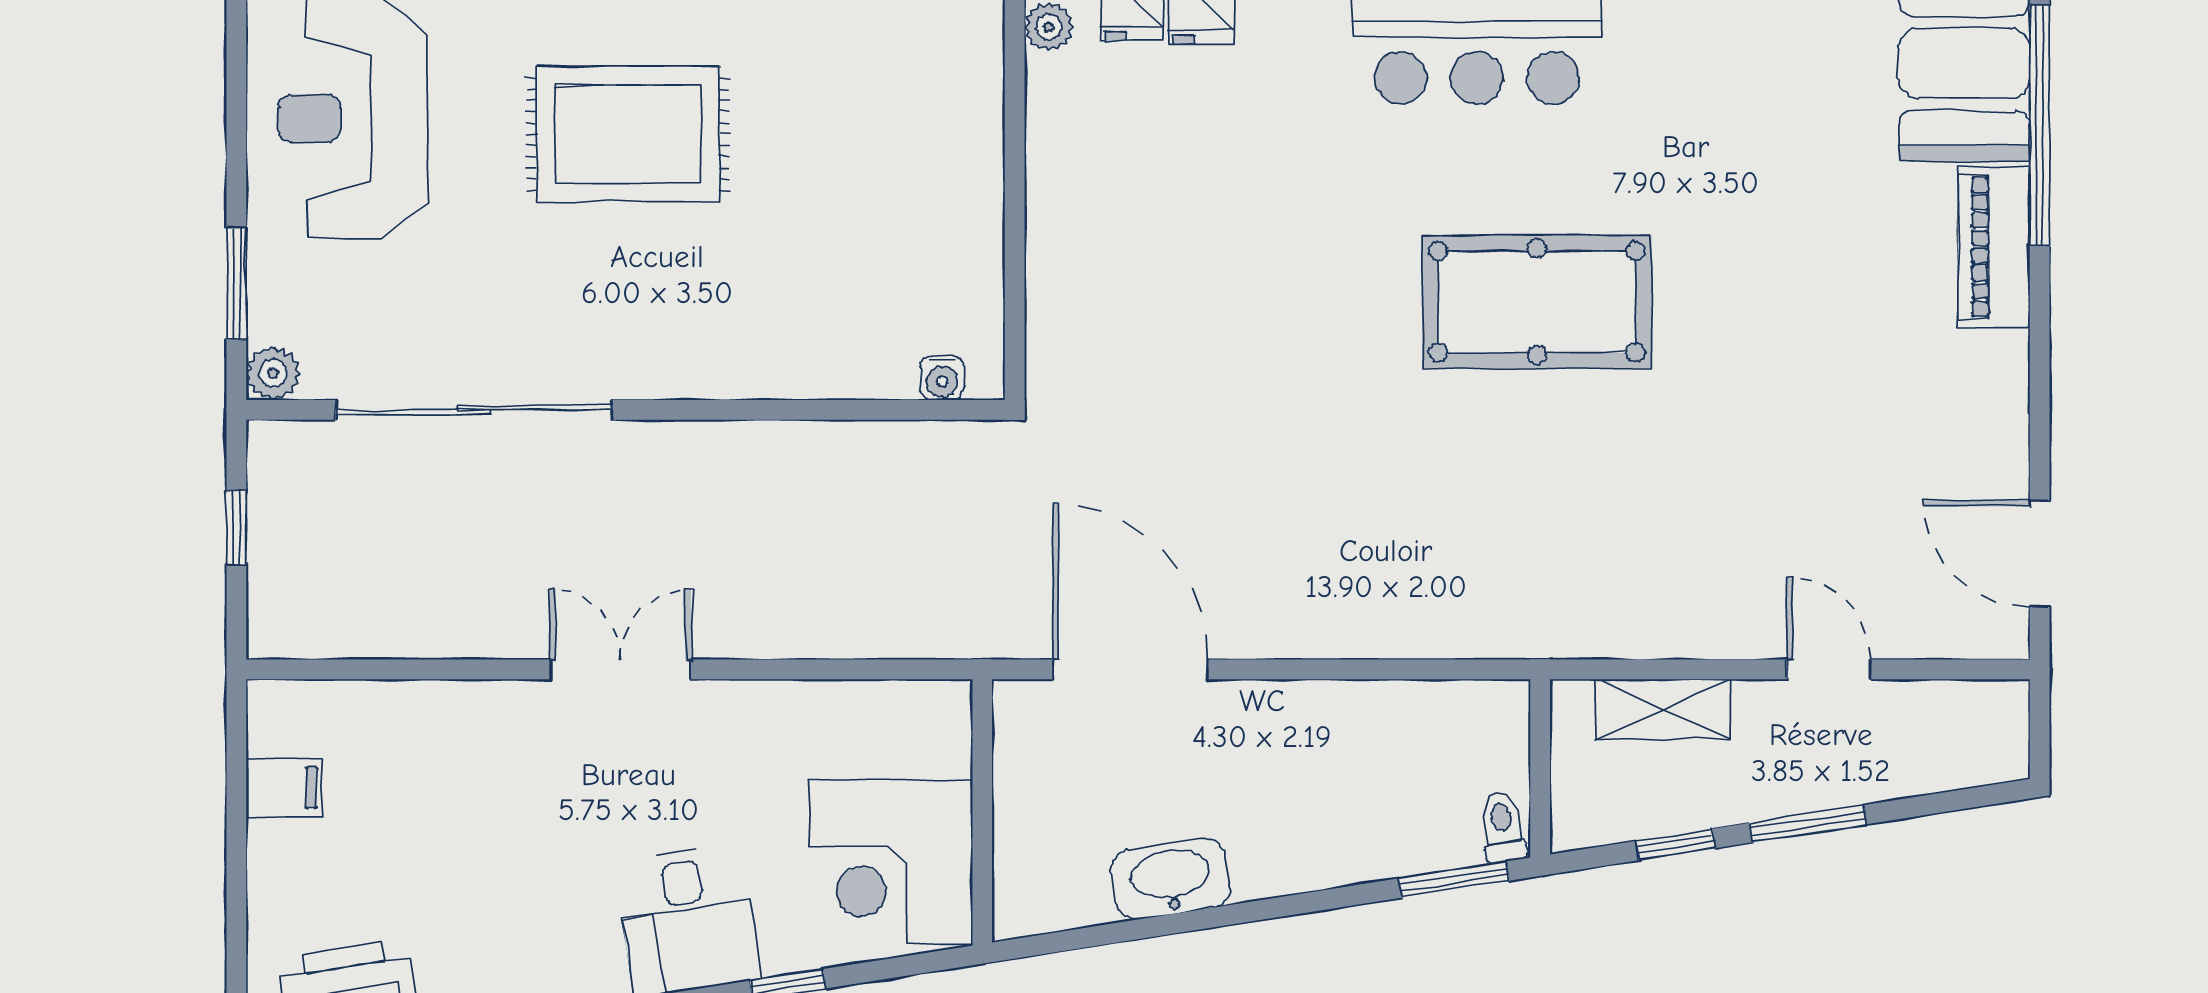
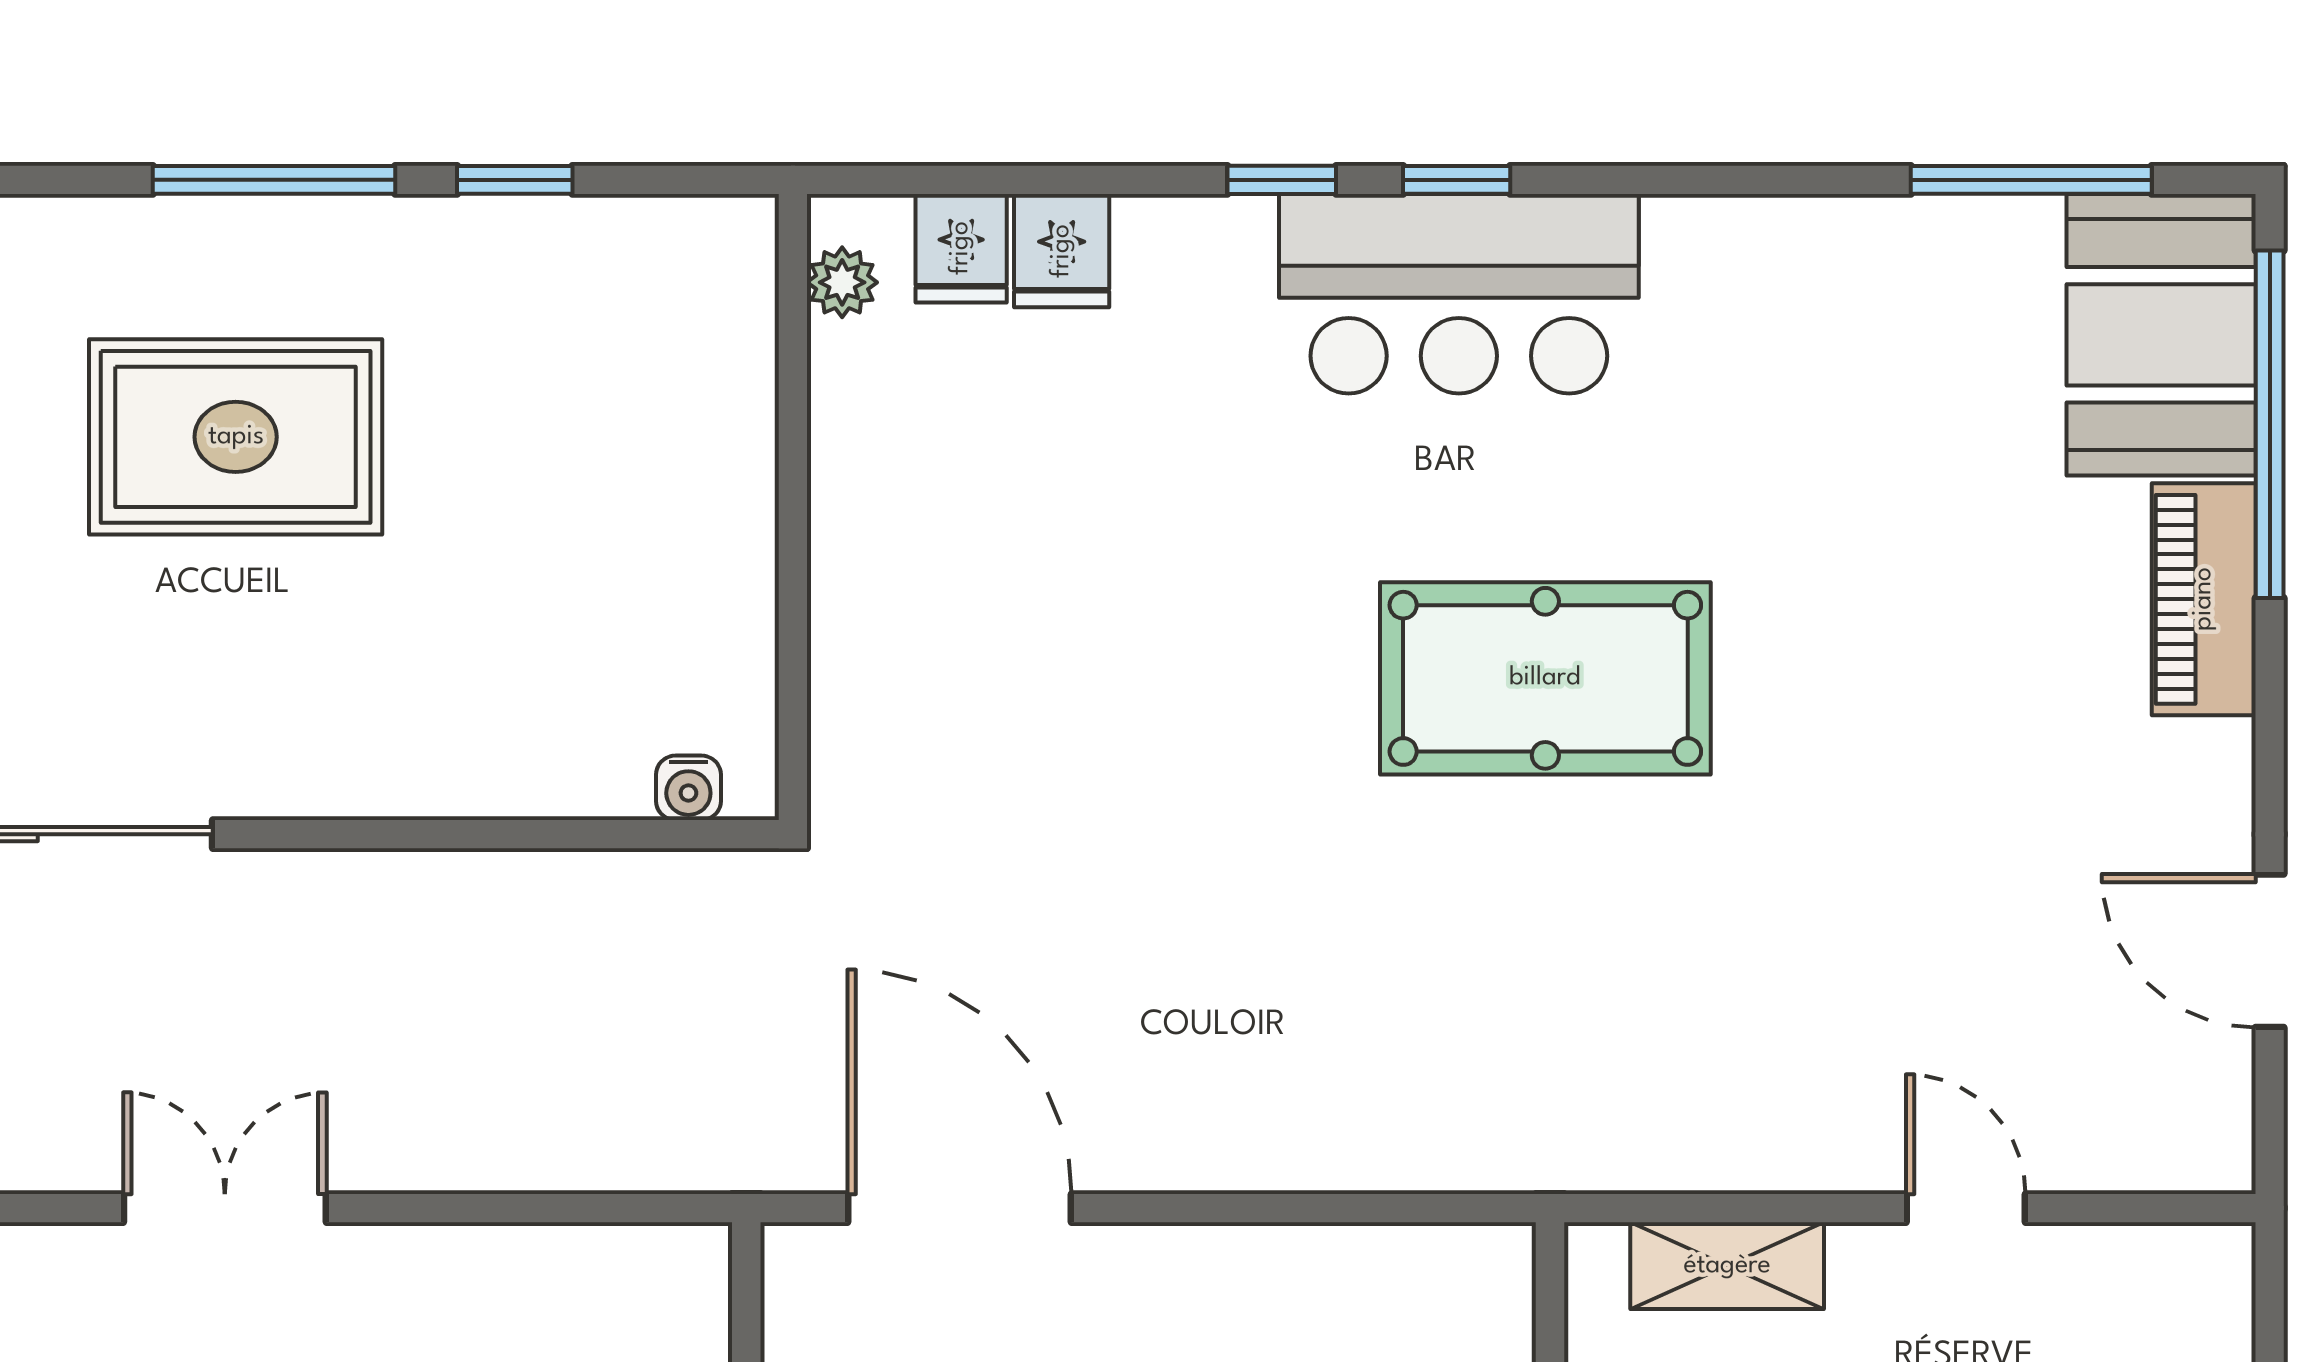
door: (2040, 554) -> (2270, 951), moved

